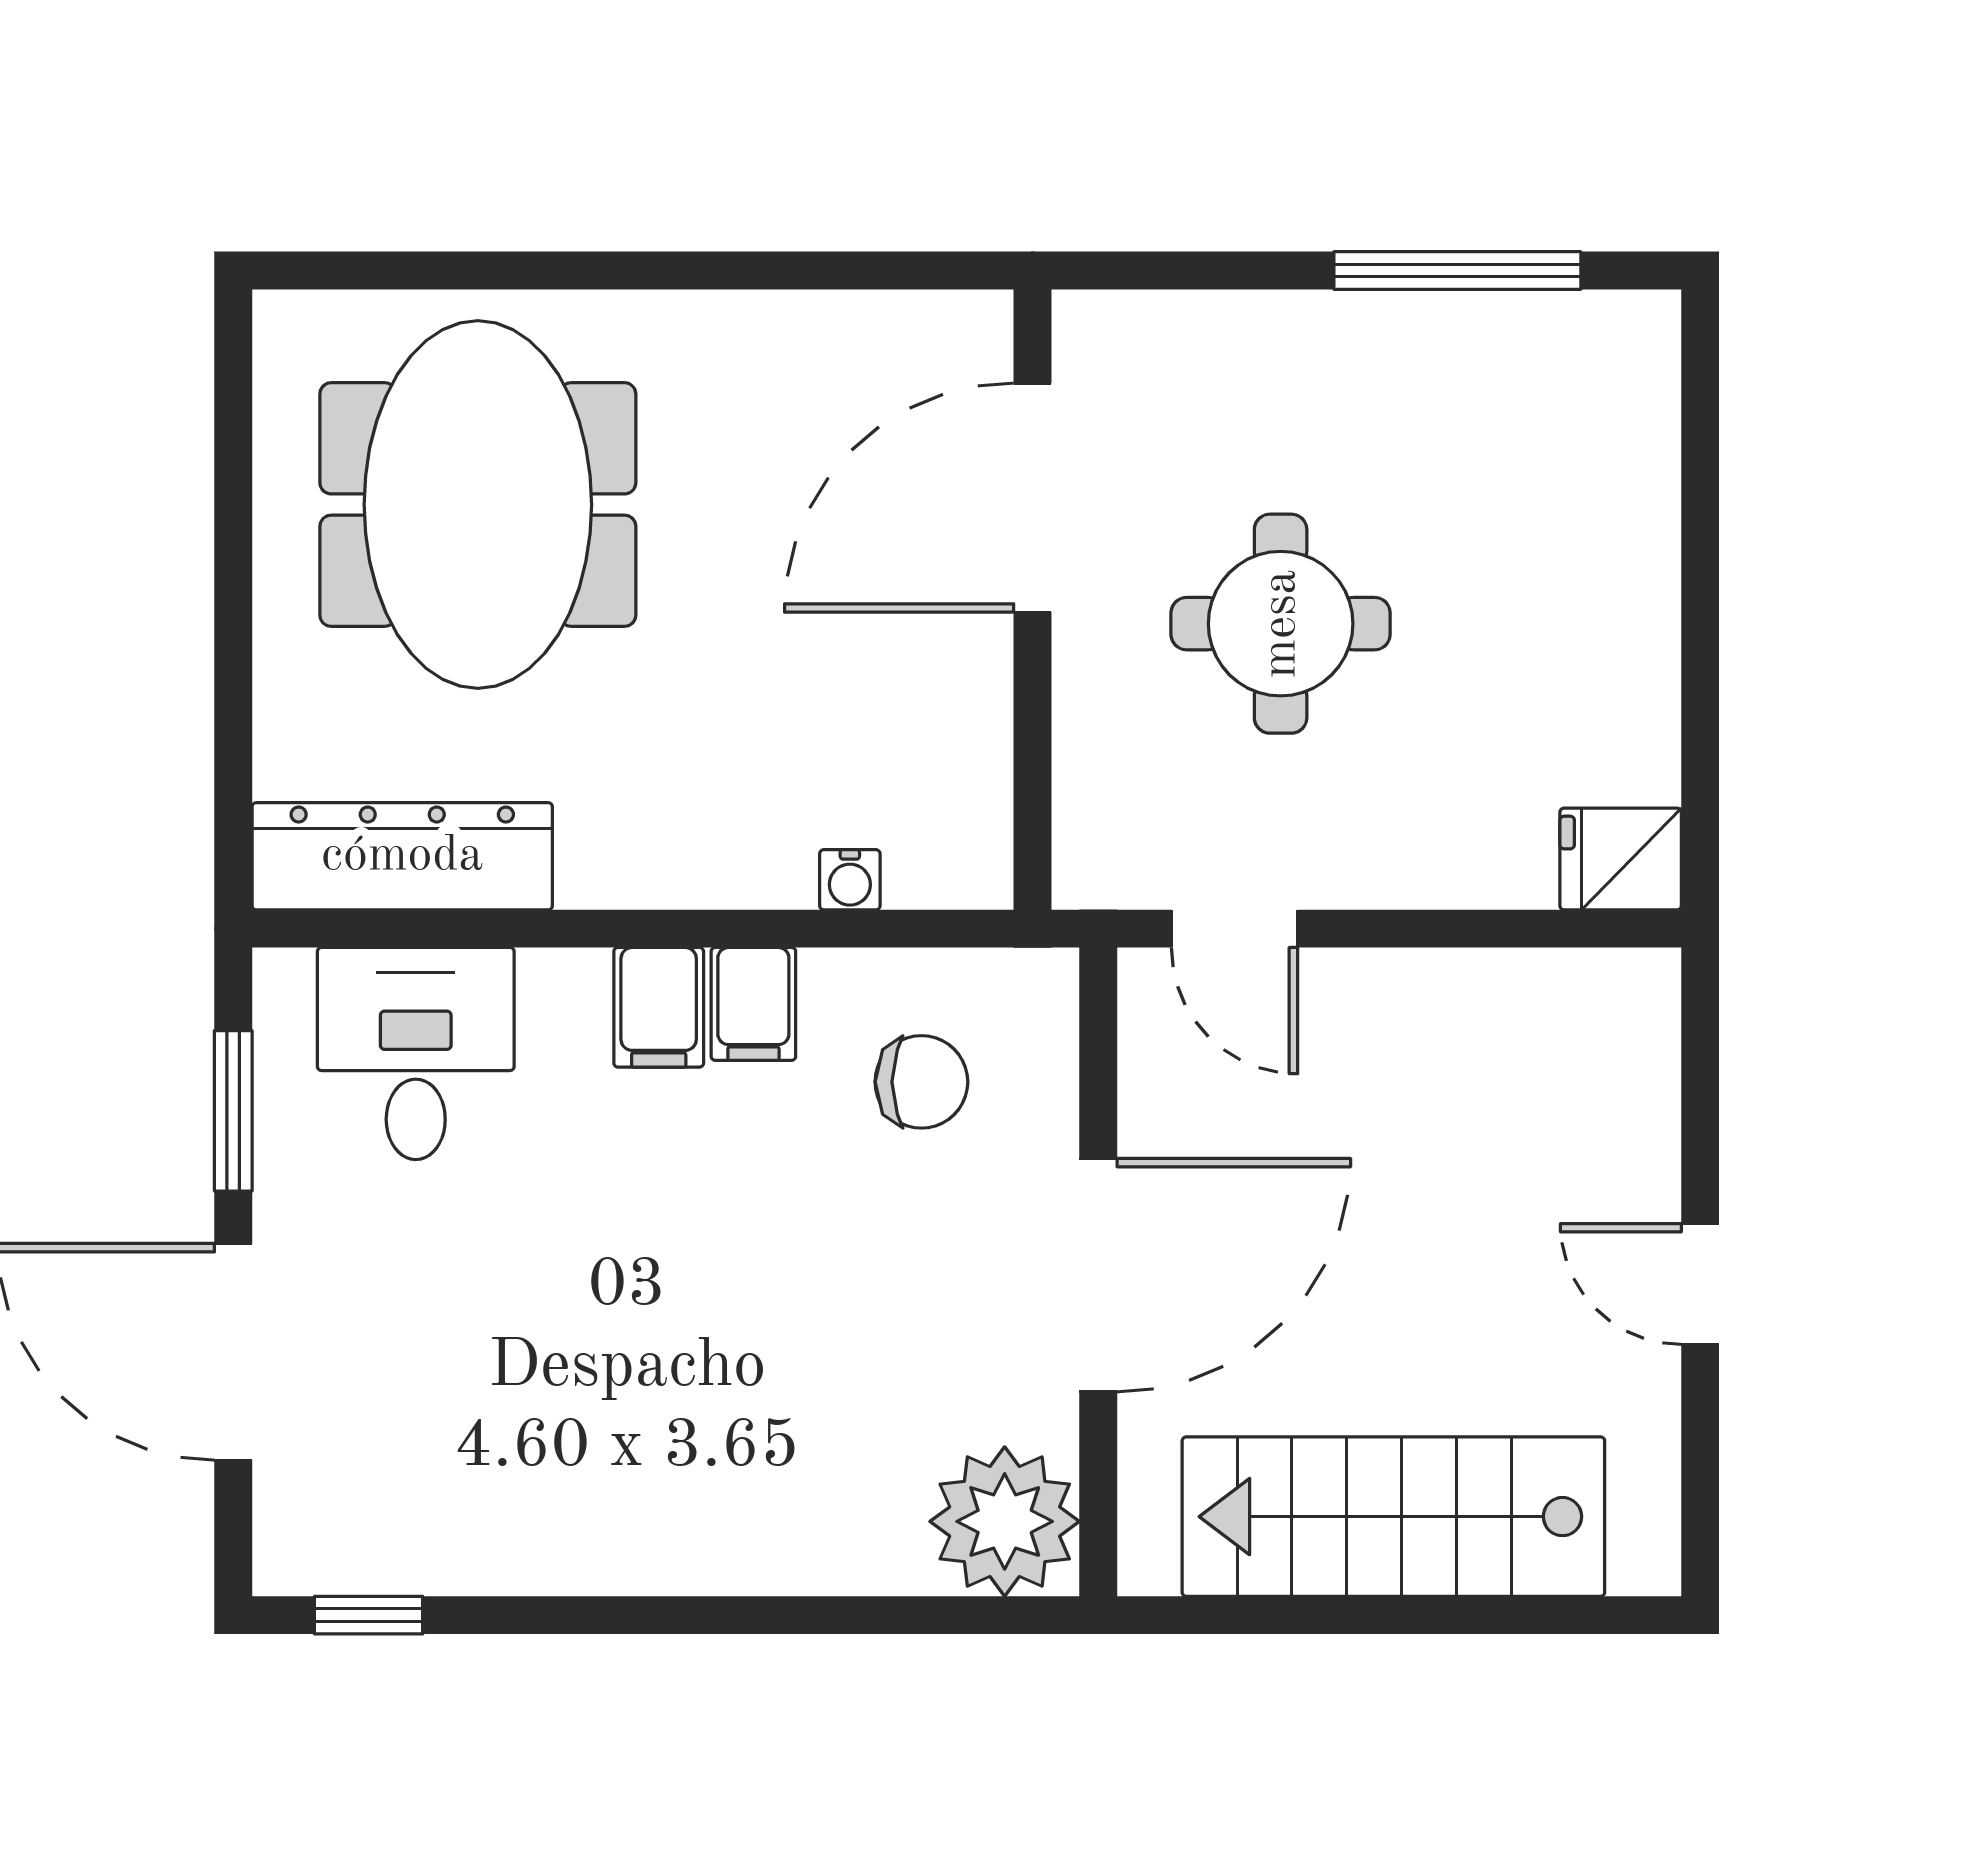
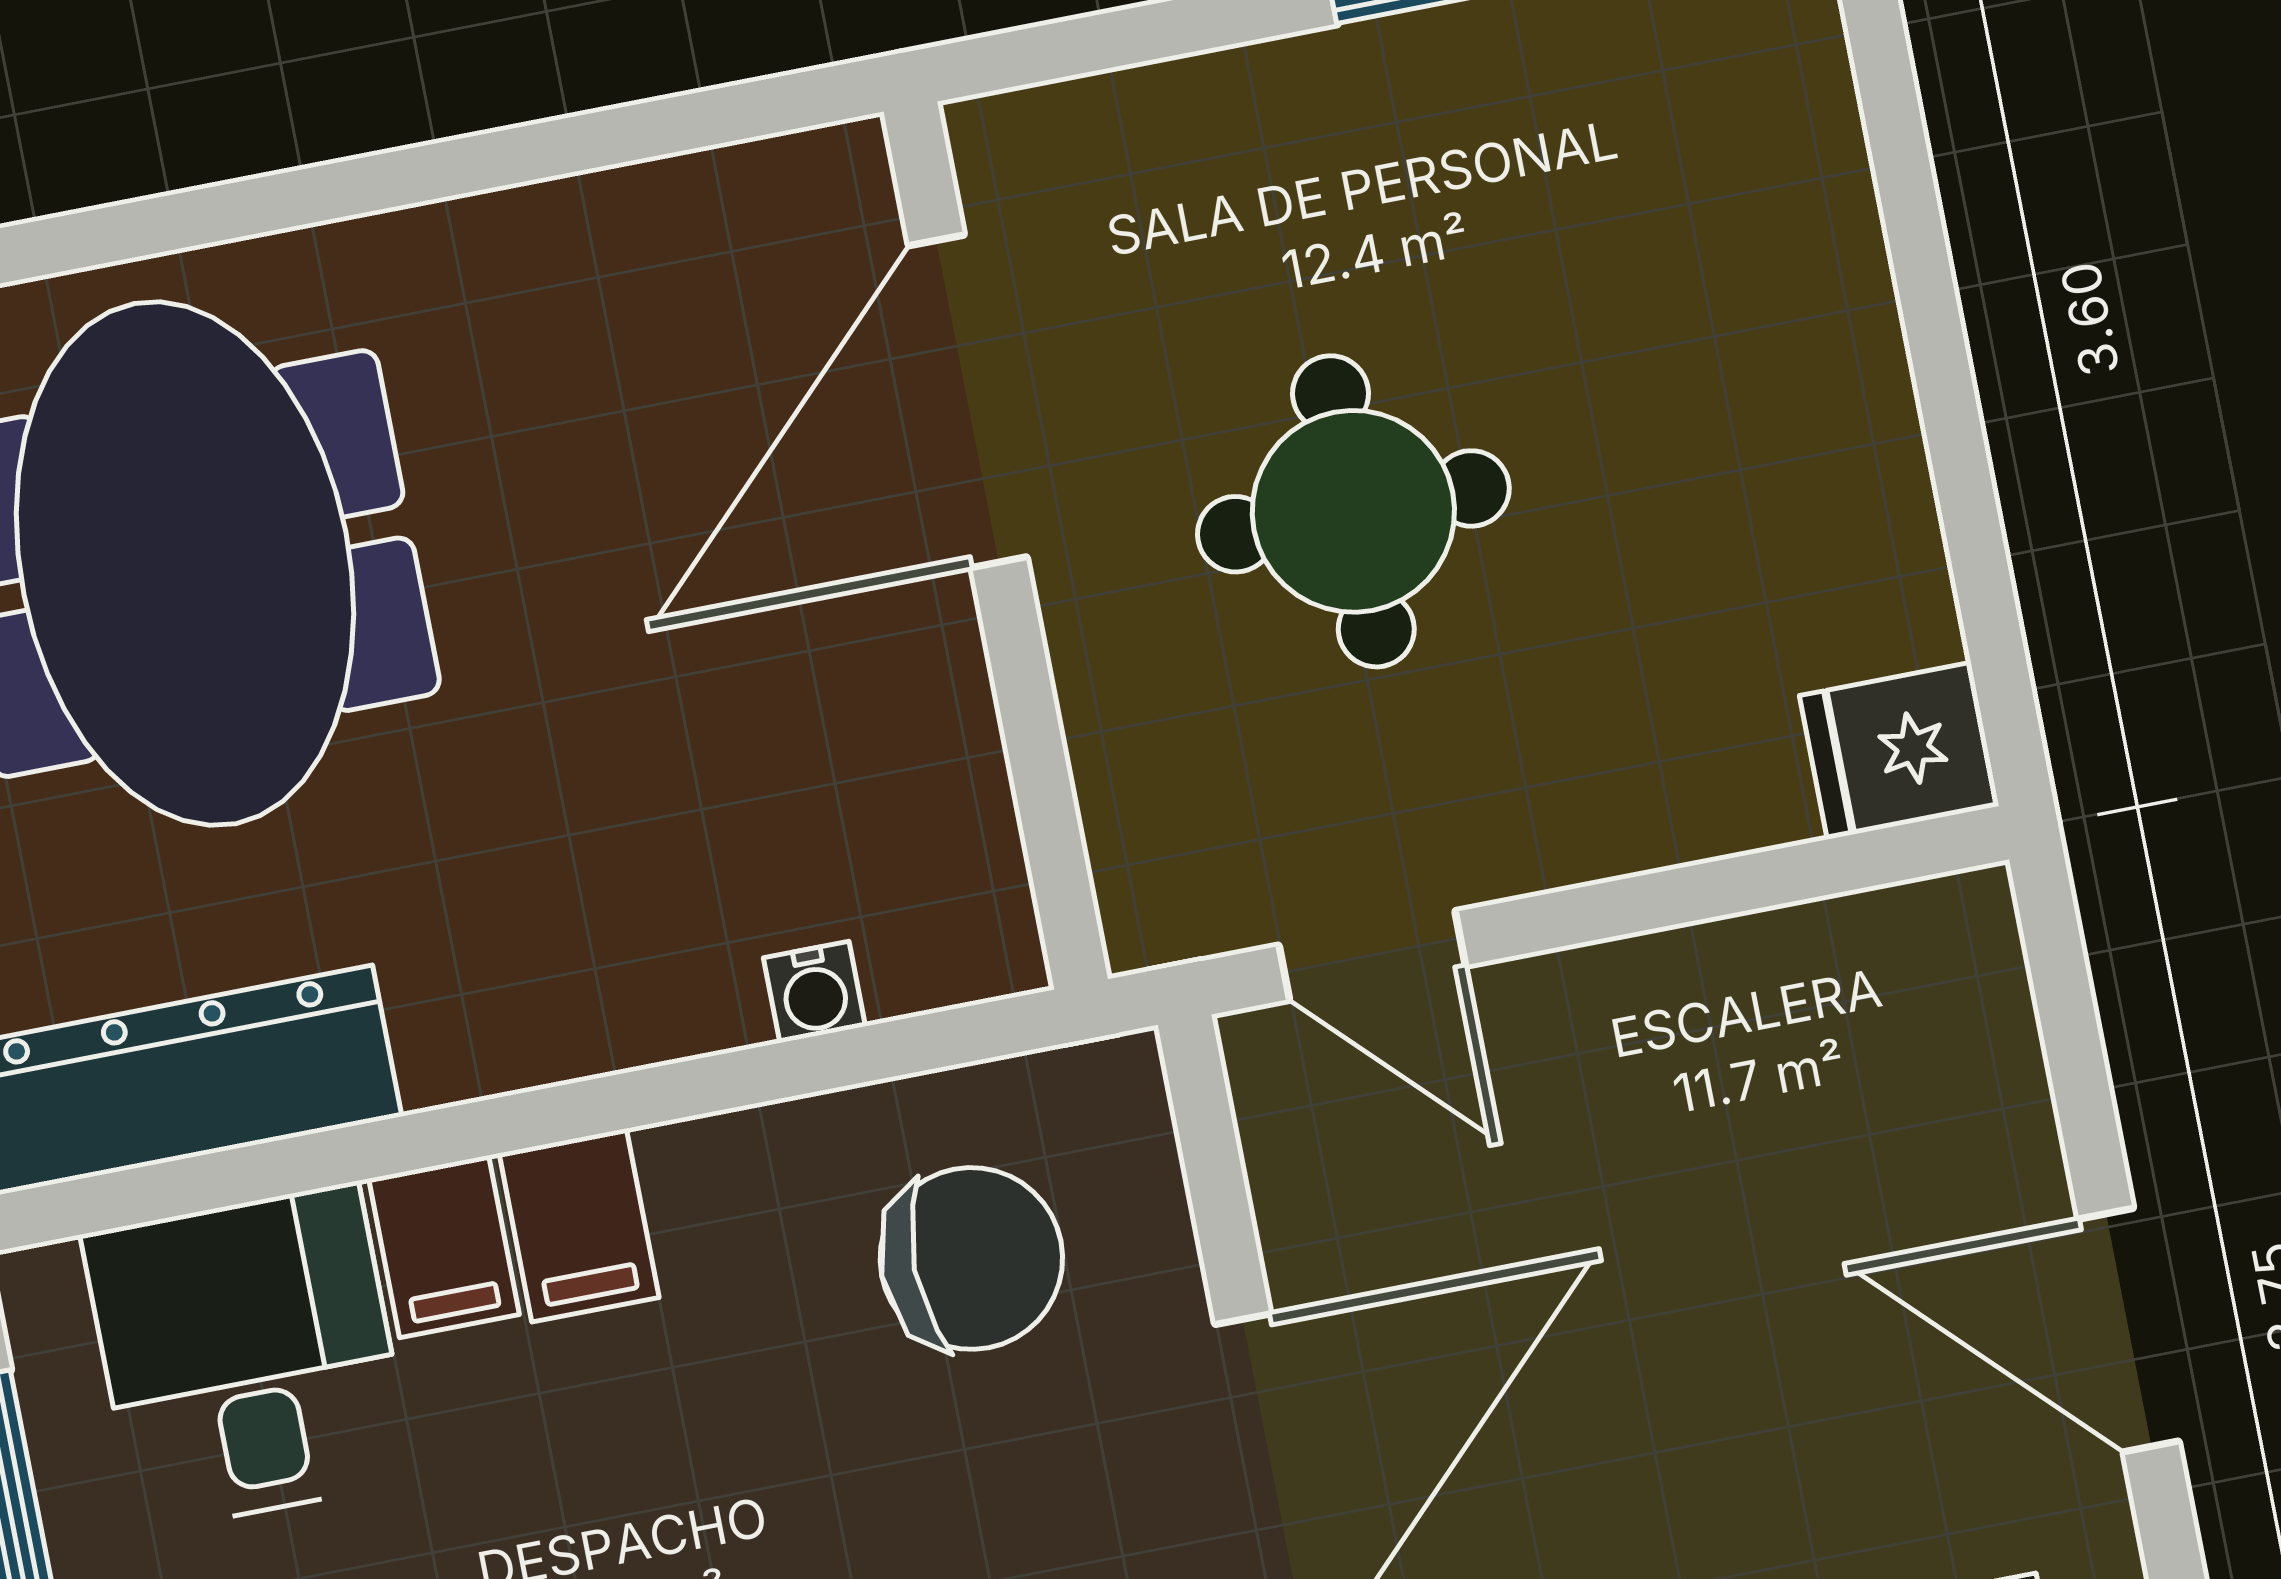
filing cabinet: (753, 1004) -> (444, 1246), moved
chair: (921, 1082) -> (971, 1258), width x1.37, depth x1.37
door: (1700, 1284) -> (2128, 1330), width x1.38

